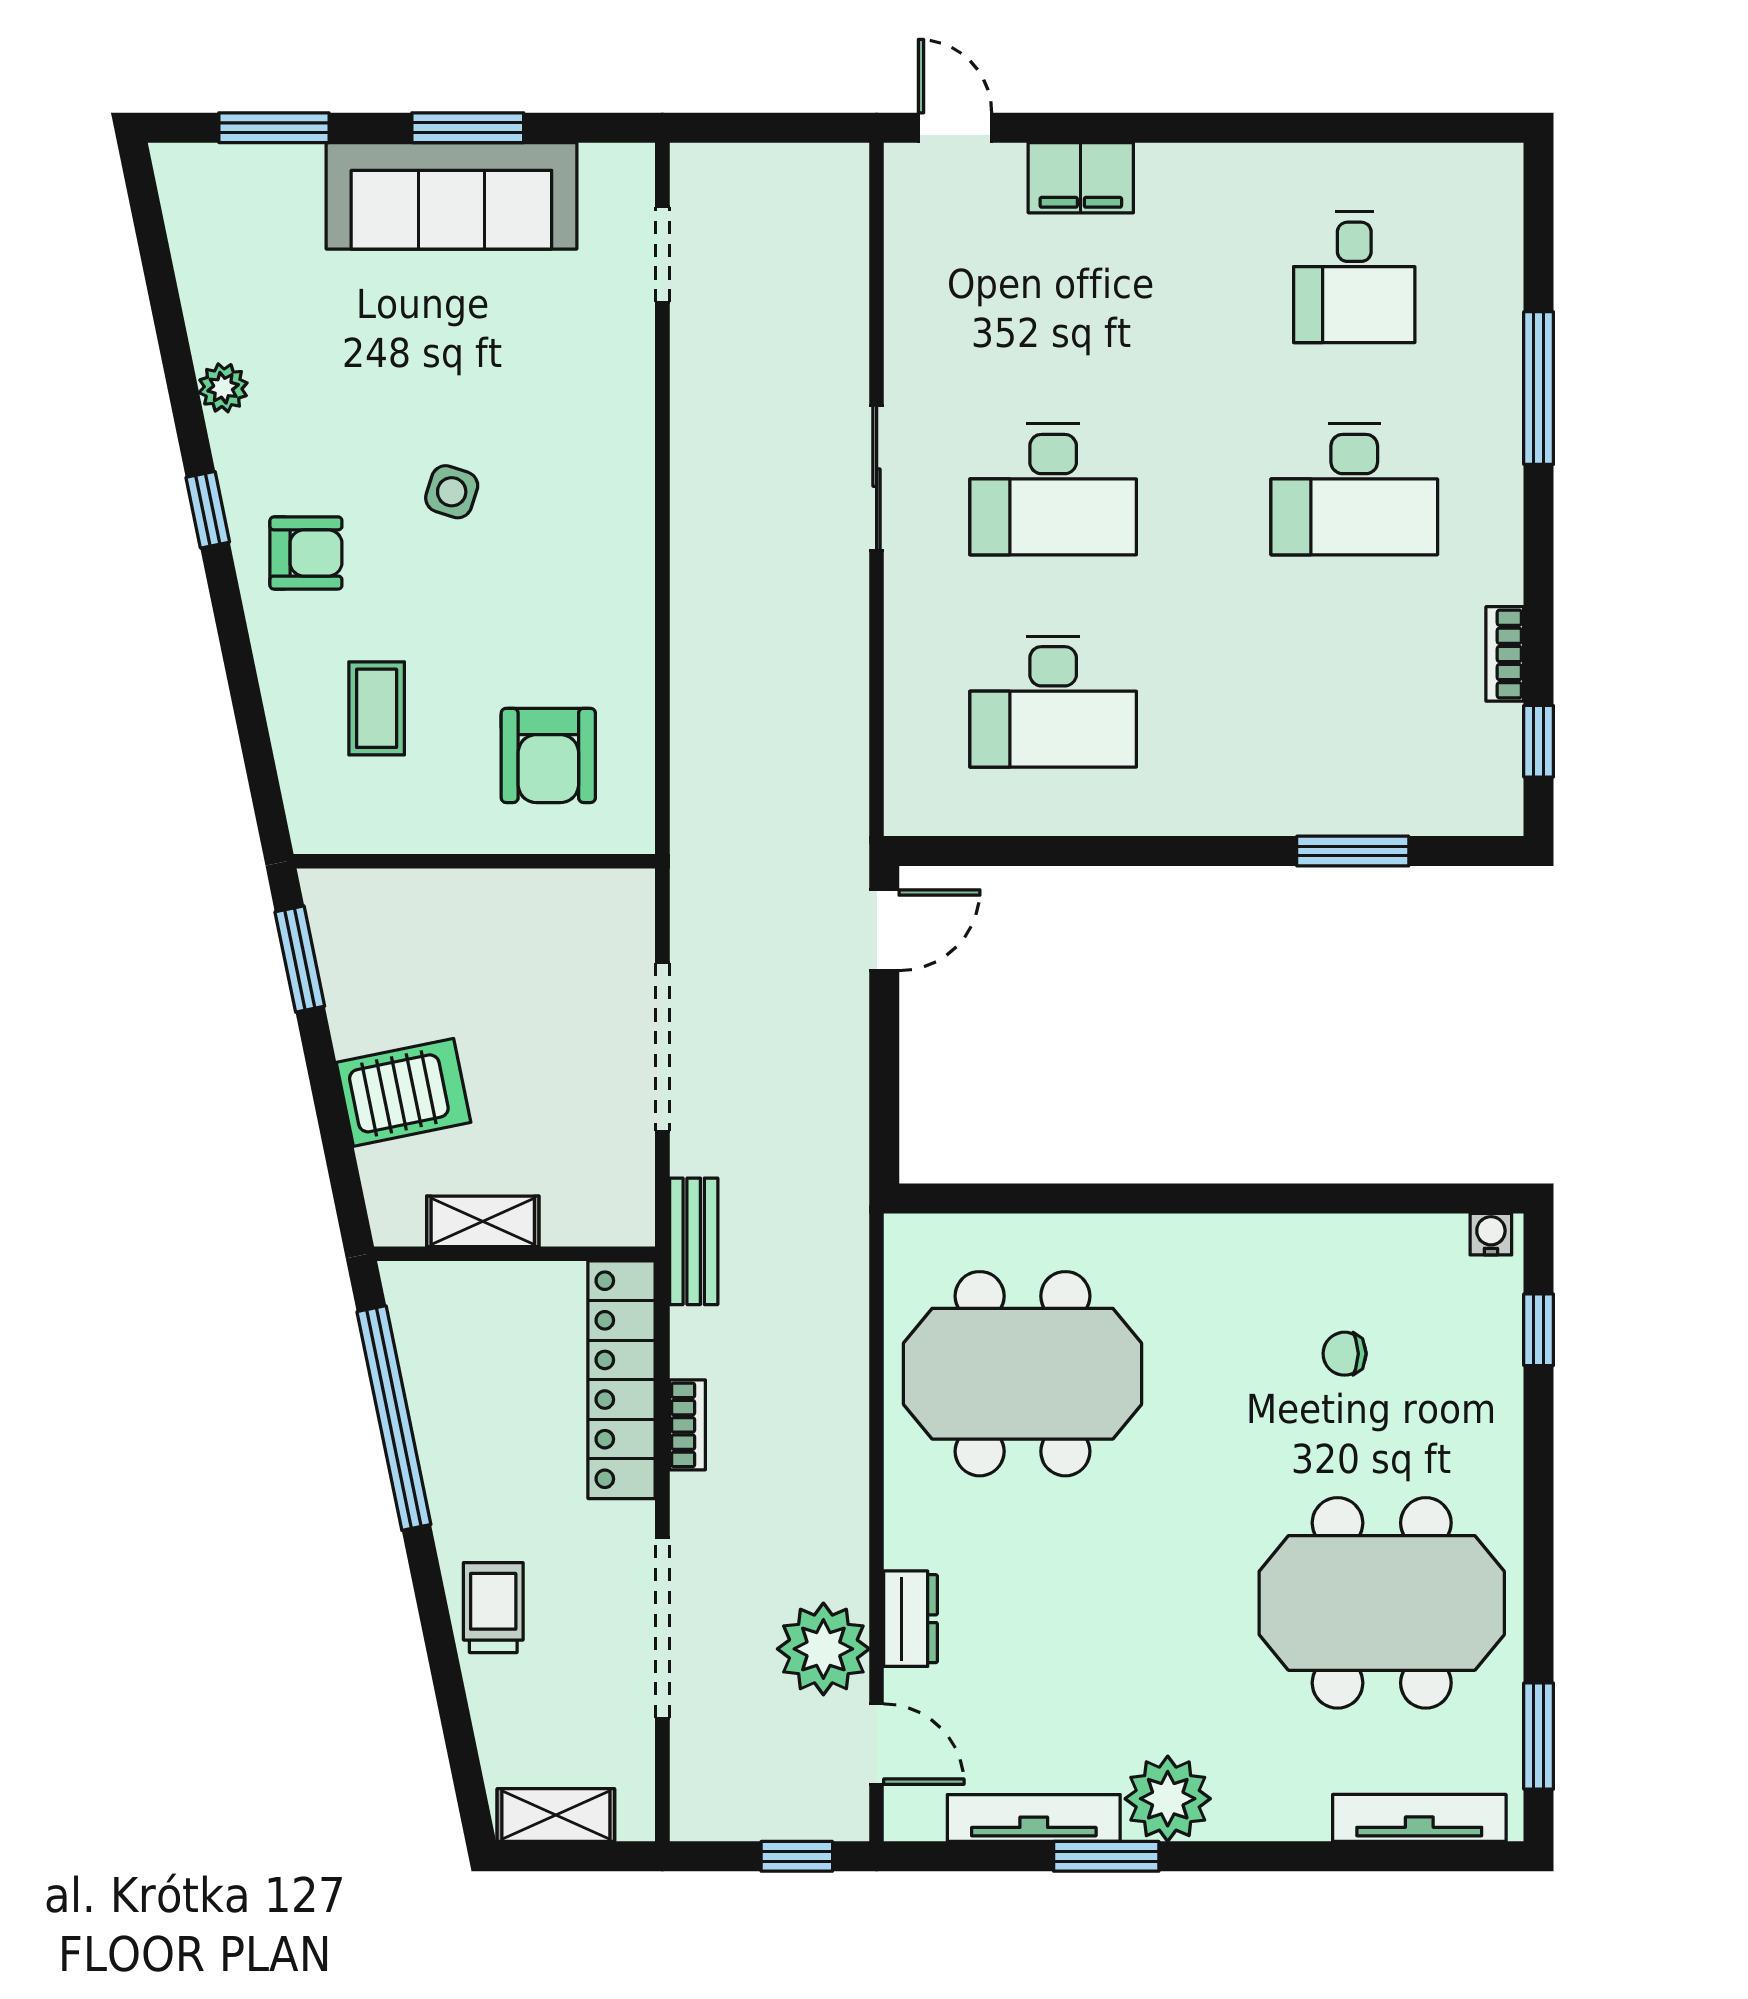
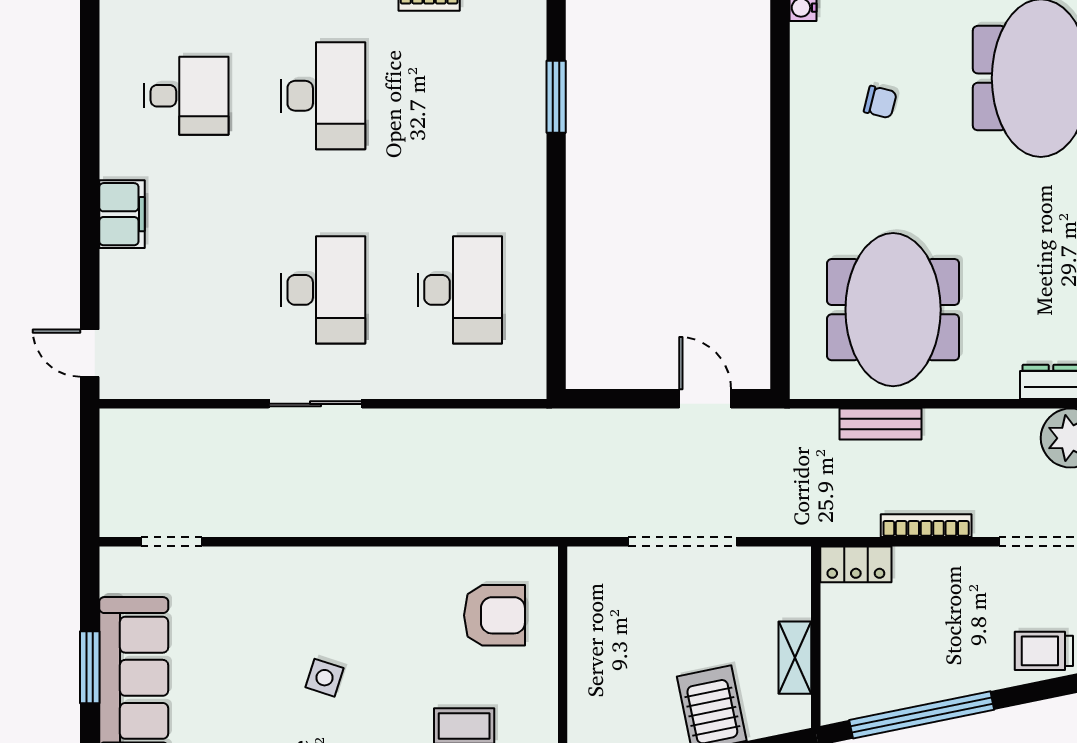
door: (955, 128) -> (90, 353), hinge flipped
filing cabinet: (1081, 178) -> (122, 214), moved
door: (884, 930) -> (705, 399), moved
bench: (694, 1241) -> (880, 424), moved
chair: (1345, 1354) -> (880, 102), turned -76
locker: (622, 1380) -> (856, 564), width x0.46, depth x0.83
bookcase: (688, 1425) -> (926, 526), width x1.56

